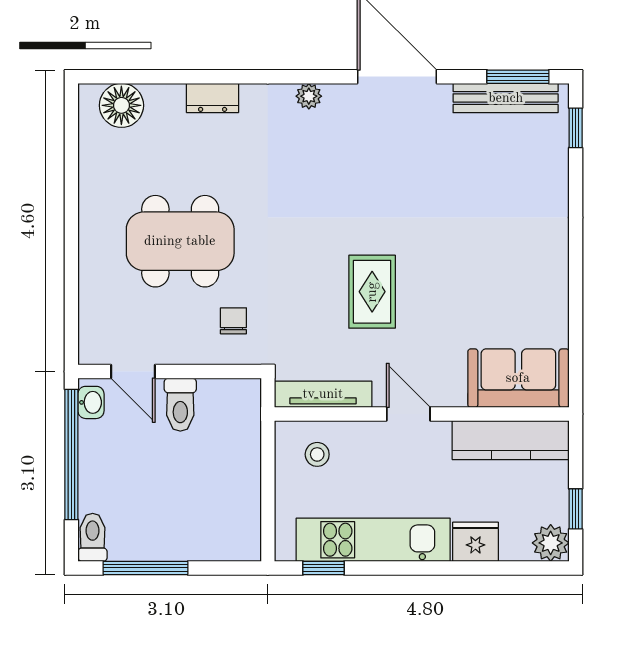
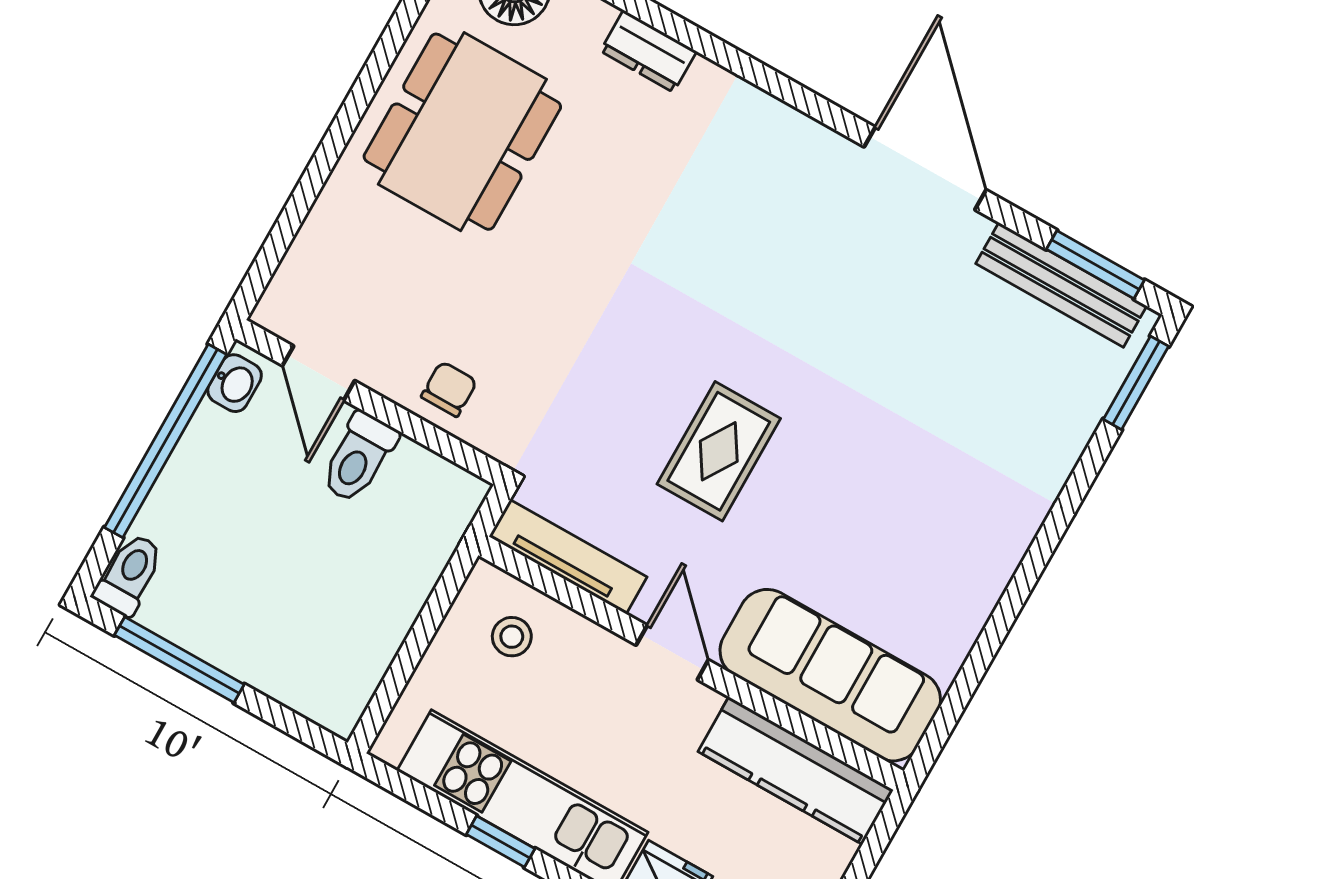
plant: (309, 96) -> (785, 125), removed
window: (576, 128) -> (1136, 383), width x1.50
dining table: (180, 241) -> (462, 132), moved, turned 90
chair: (233, 321) -> (449, 389), moved
sofa: (518, 378) -> (830, 675), width x1.36
window: (323, 568) -> (501, 841), moved

